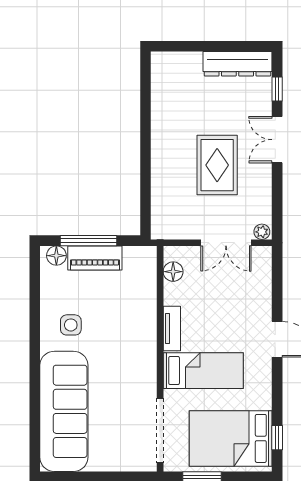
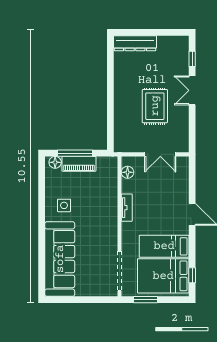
dresser: (237, 64) -> (135, 43), moved
plant: (262, 232) -> (183, 148), removed
bed: (203, 371) -> (164, 246), moved, turned 180

